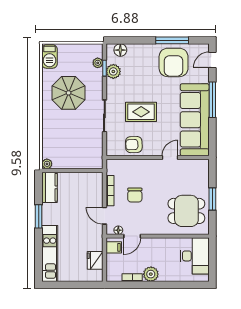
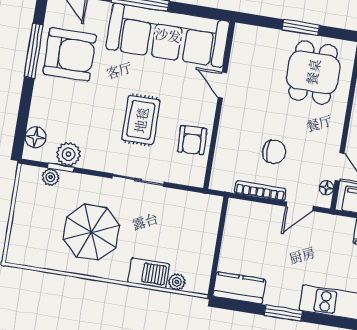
barbecue: (49, 56) -> (148, 273), moved
plant: (47, 164) -> (177, 282), moved

